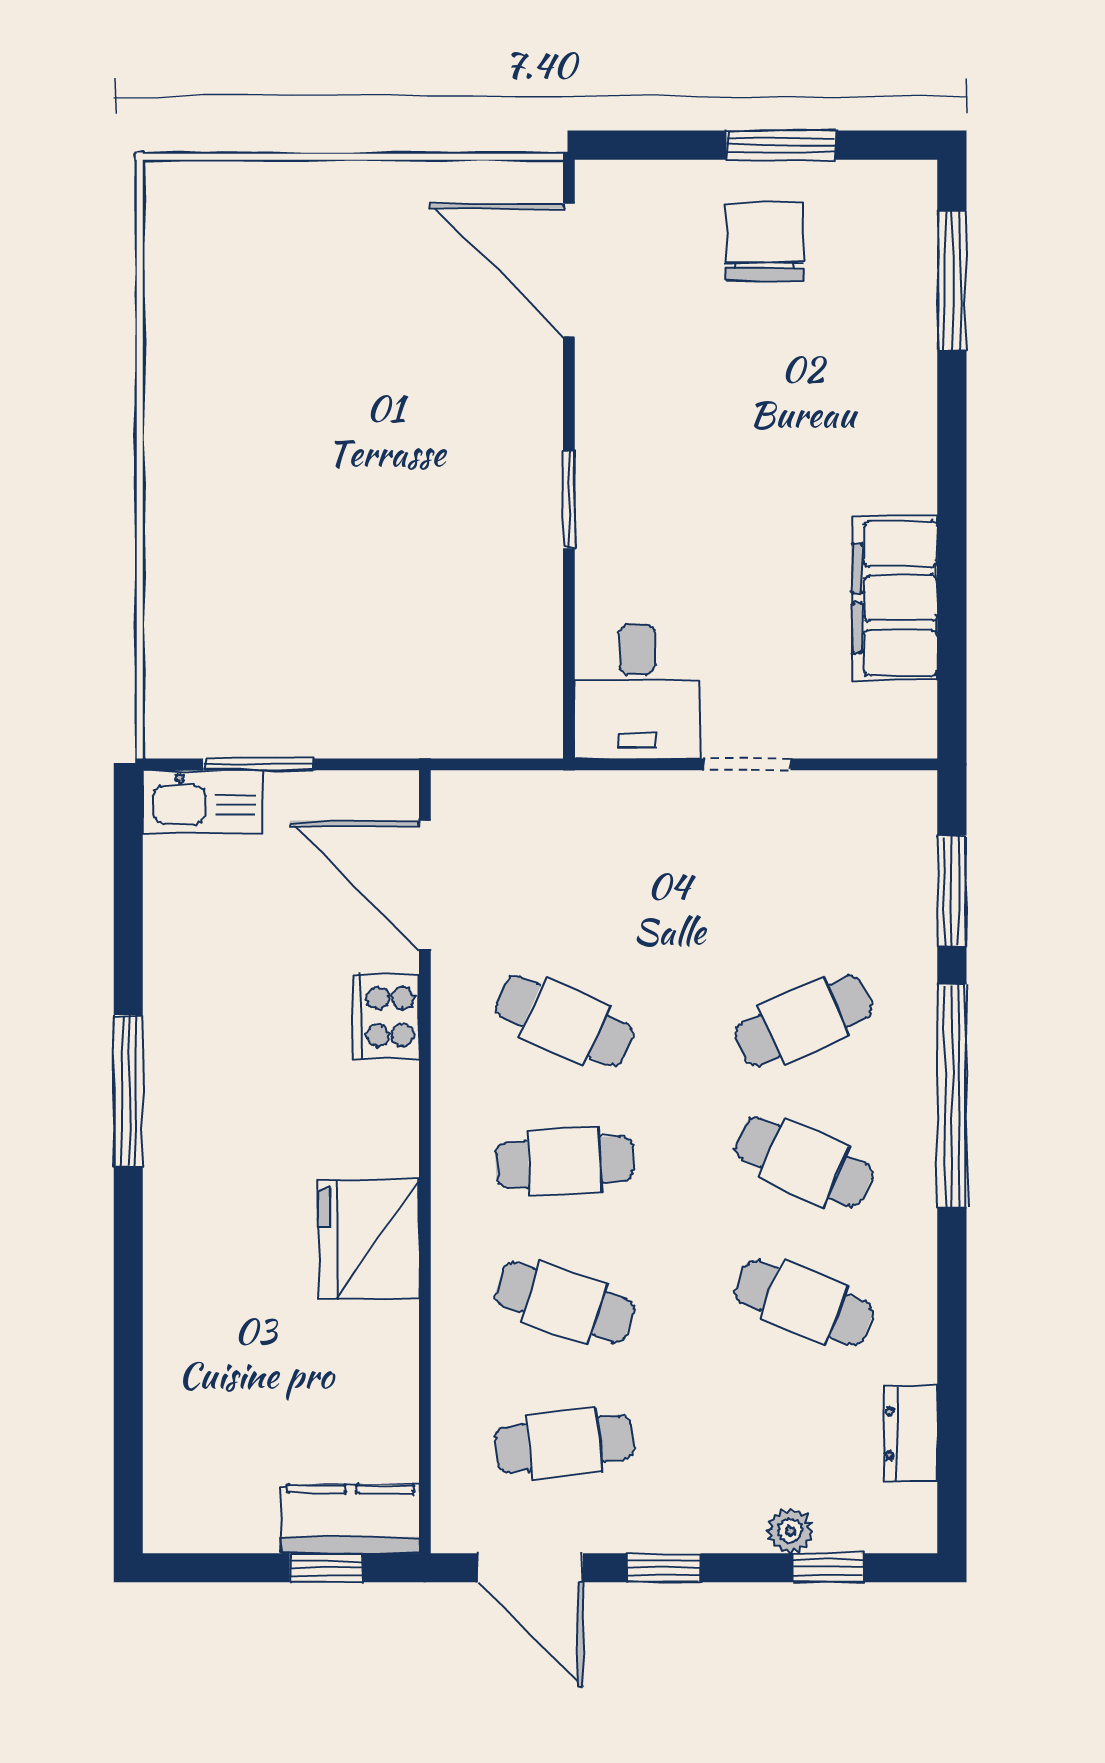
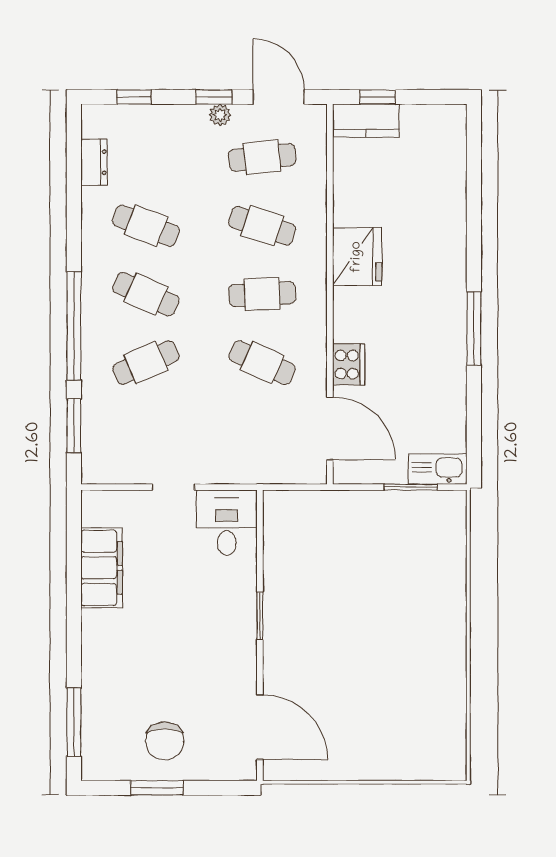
plant: (790, 1531) -> (220, 115), moved

